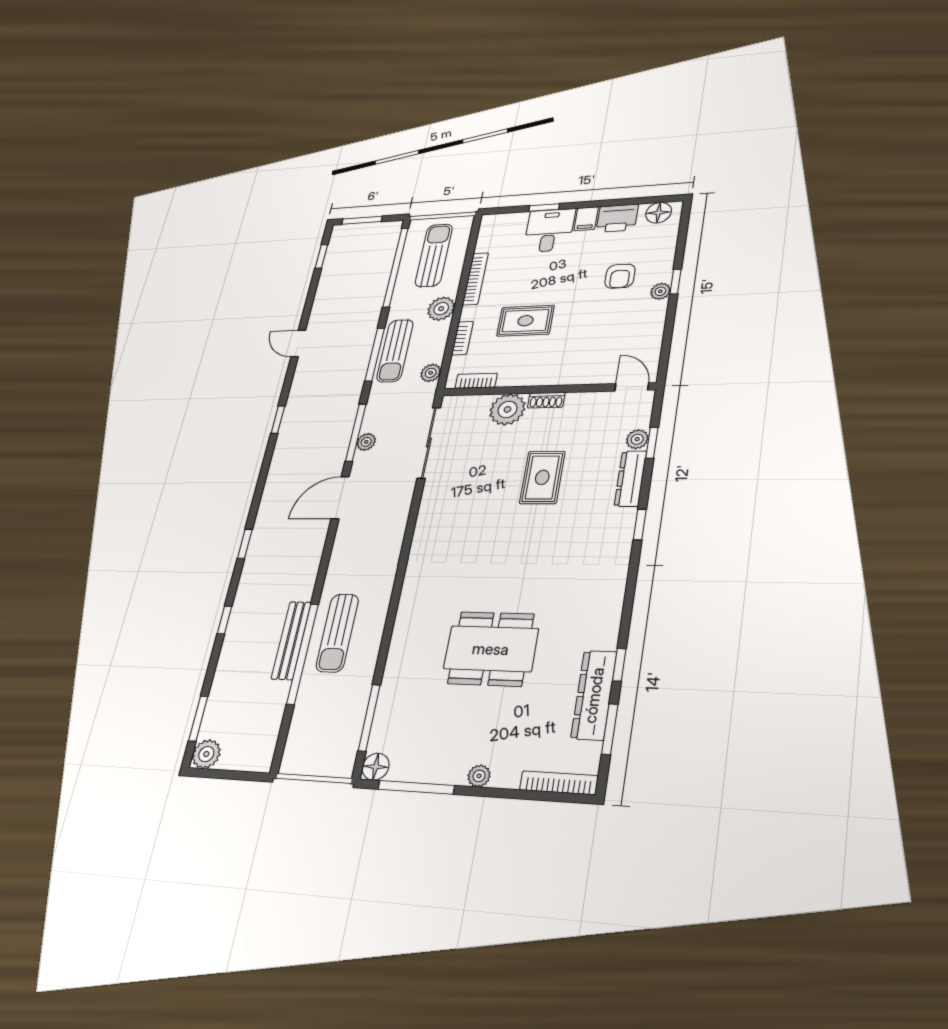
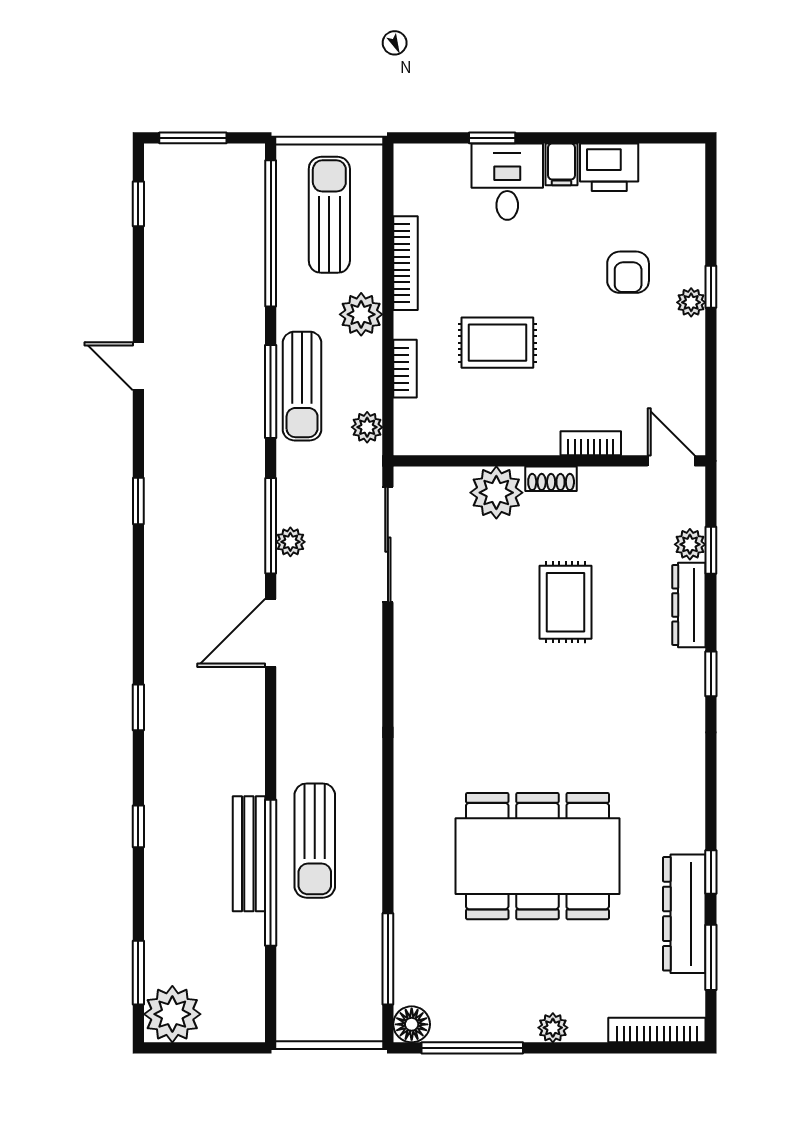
floor lamp: (659, 213) -> (670, 162), removed
bookcase: (476, 381) -> (591, 443), moved
dining table: (491, 649) -> (537, 856), width x1.36, depth x1.24
plant: (206, 754) -> (172, 1014), width x1.36, depth x1.36

